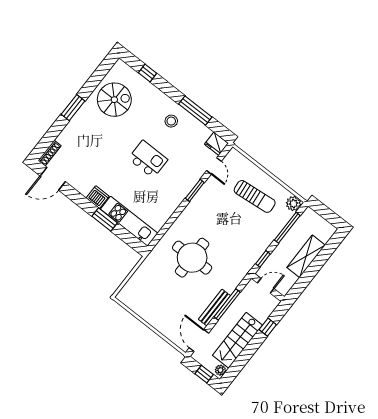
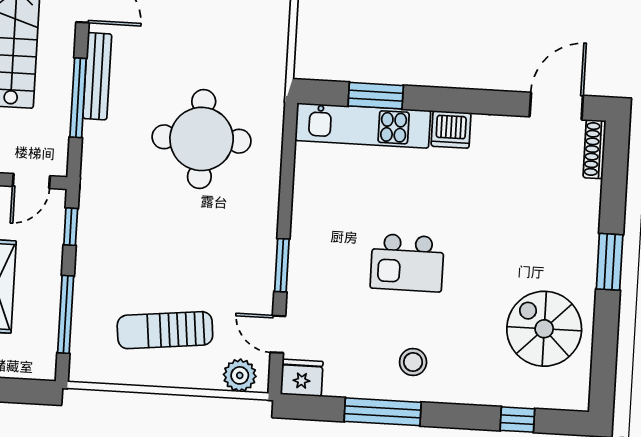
spiral stairs: (114, 100) -> (544, 329), turned 90
plant: (293, 204) -> (240, 375), moved
window: (105, 219) -> (376, 96), moved

